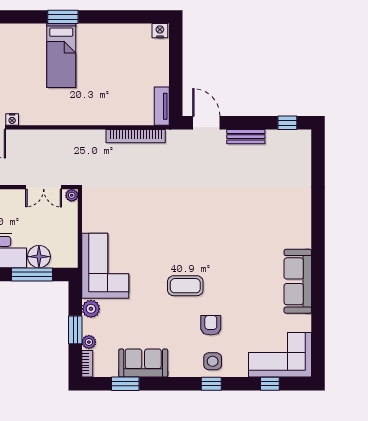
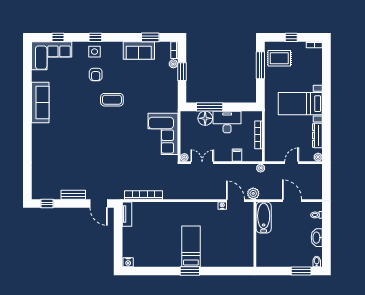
corner sofa: (105, 266) -> (163, 134), moved
plant: (91, 309) -> (172, 85), removed

